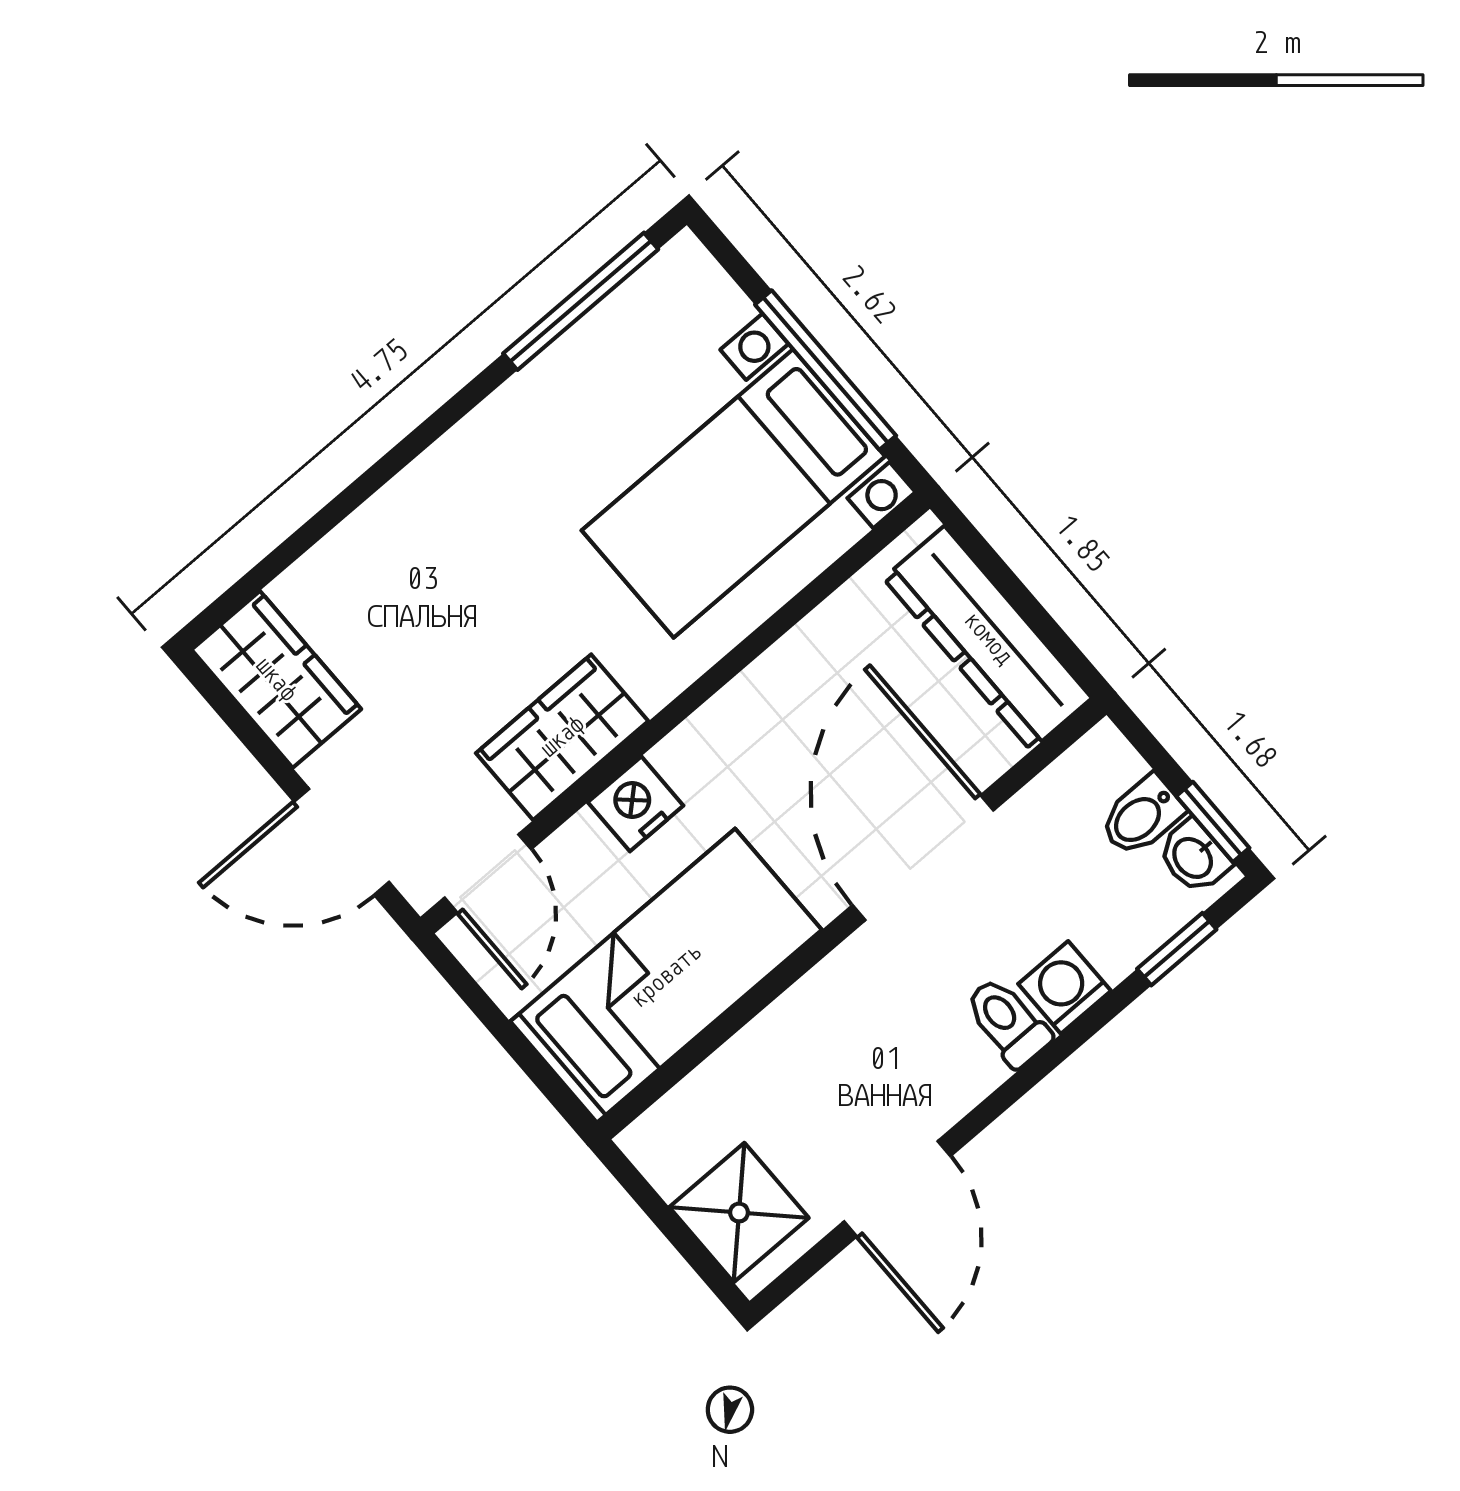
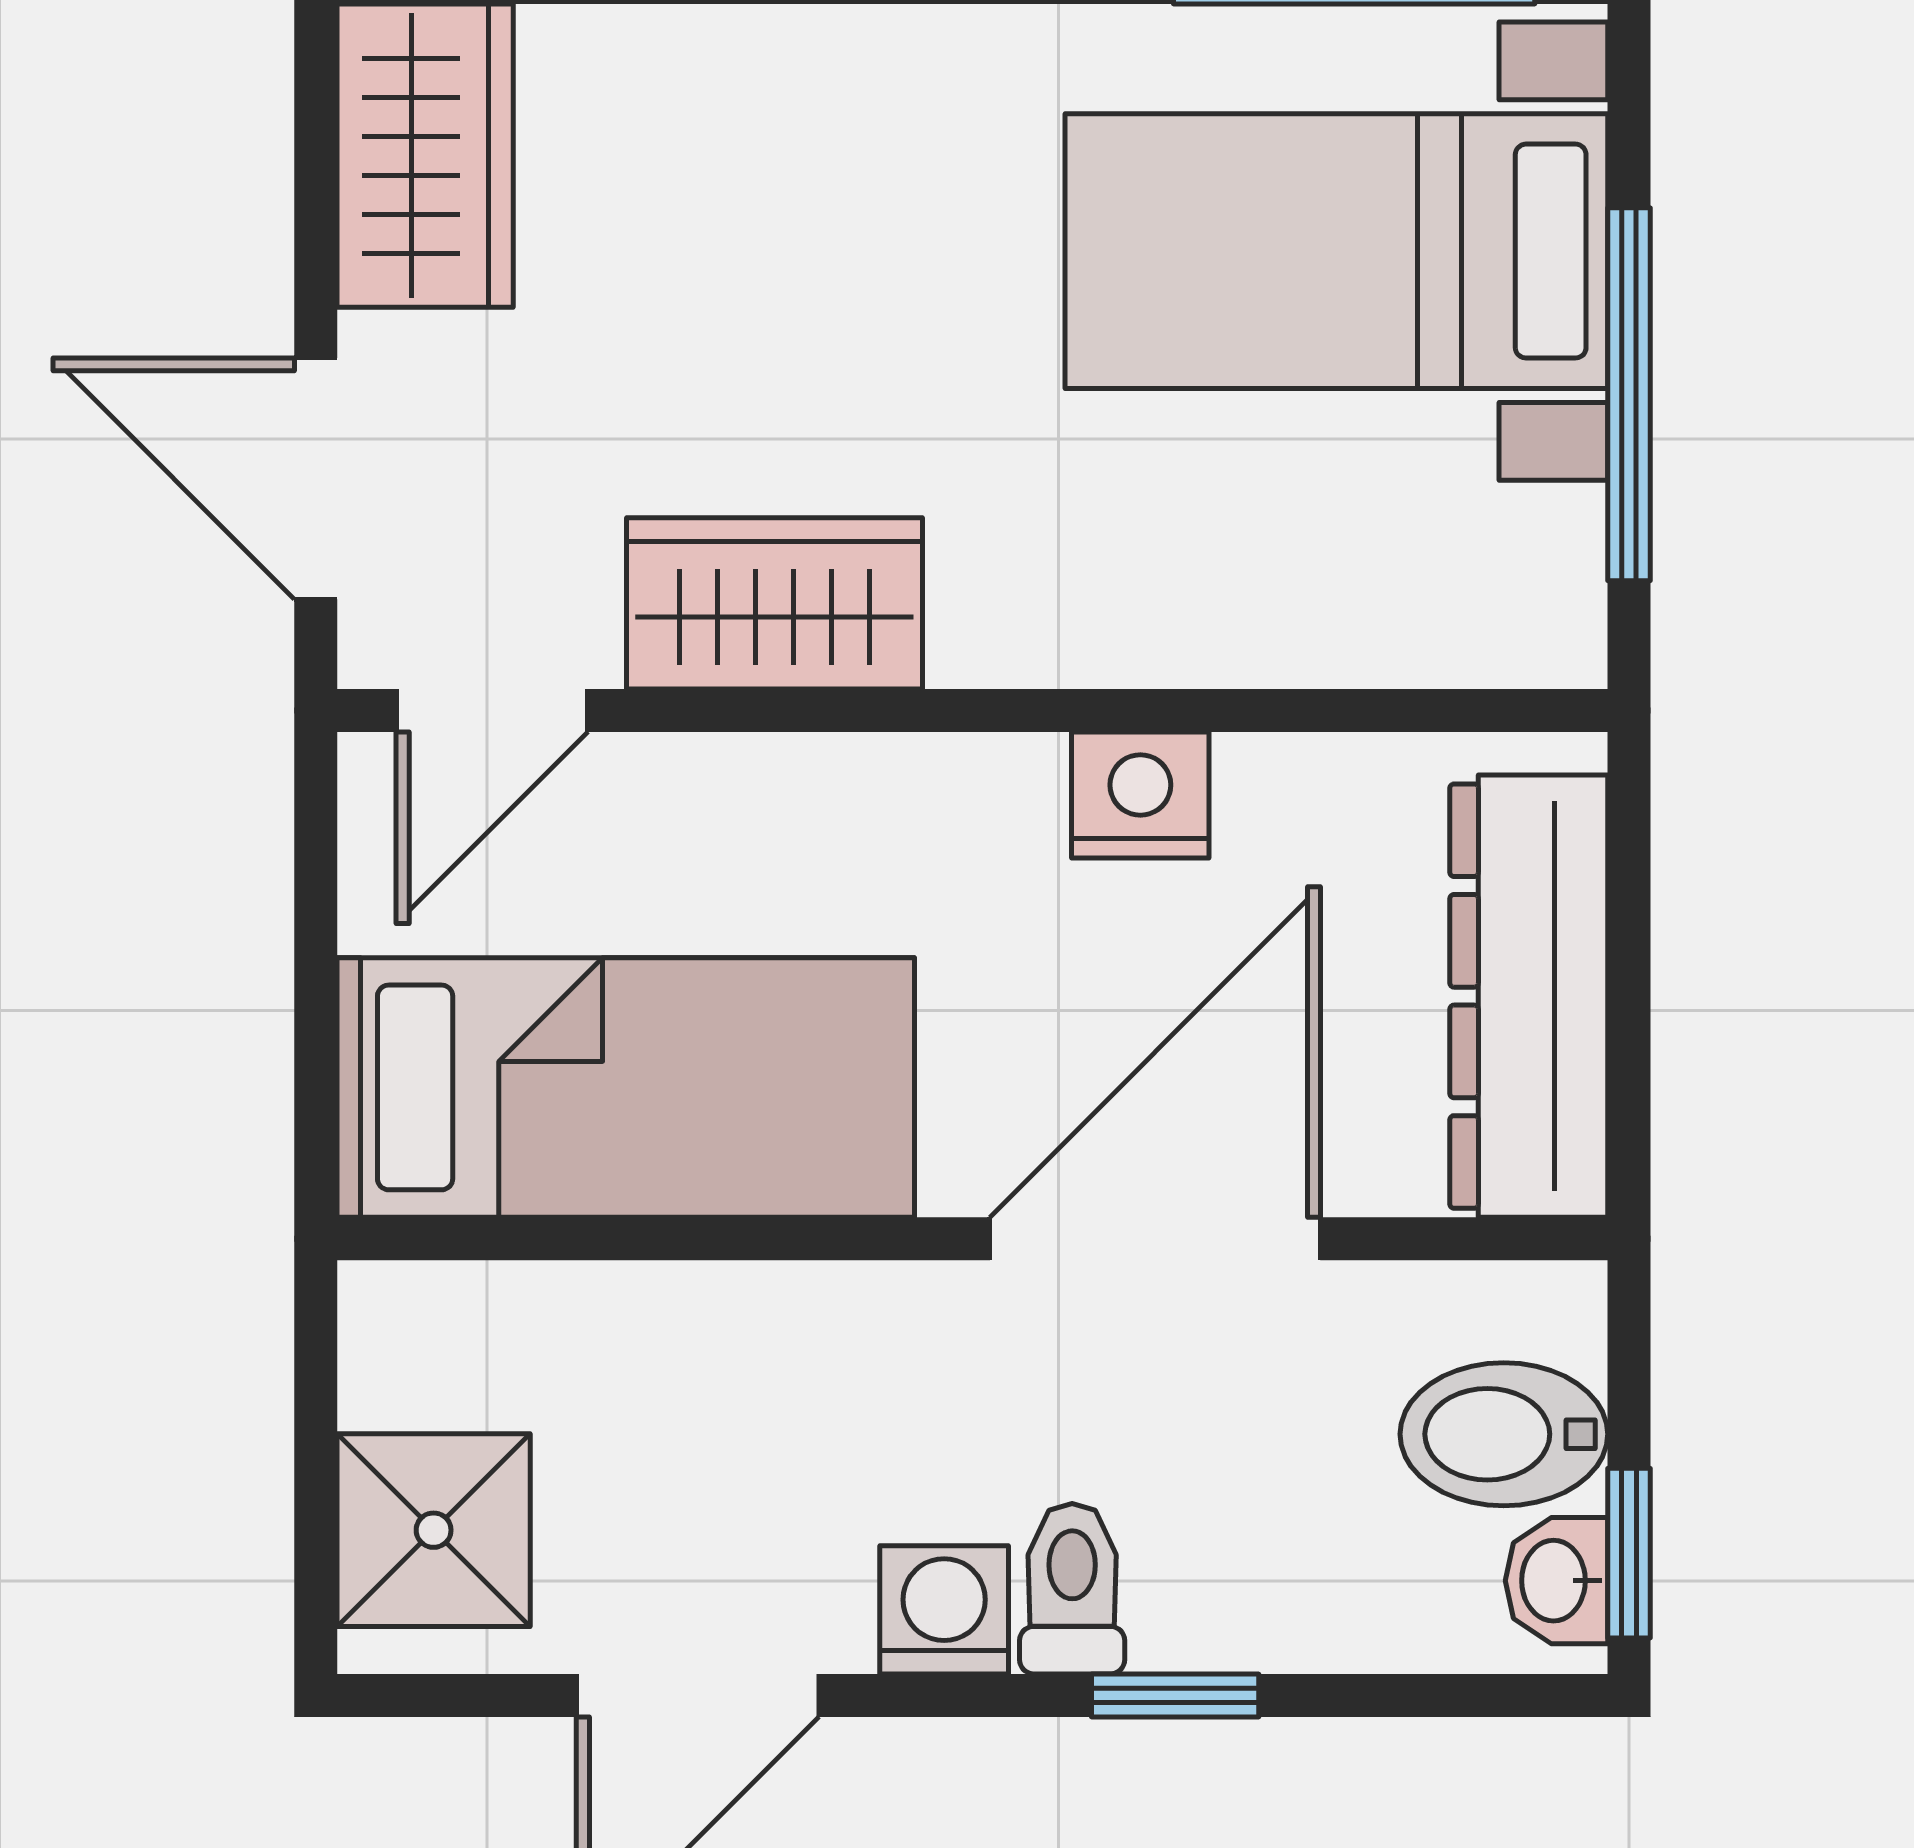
bed with nightstands: (733, 493) -> (1336, 251), moved
nightstand: (636, 804) -> (1140, 795), moved
bidet: (1142, 816) -> (1504, 1434), width x1.38, depth x1.36
window: (1177, 949) -> (1175, 1695), moved
washing machine: (1065, 987) -> (944, 1610), moved

